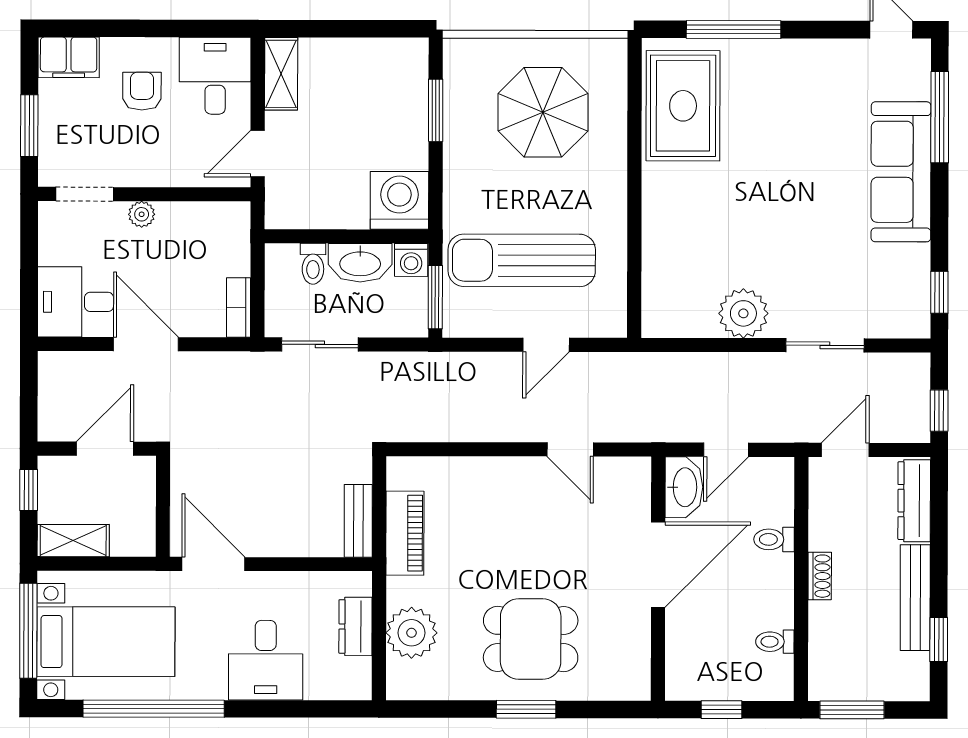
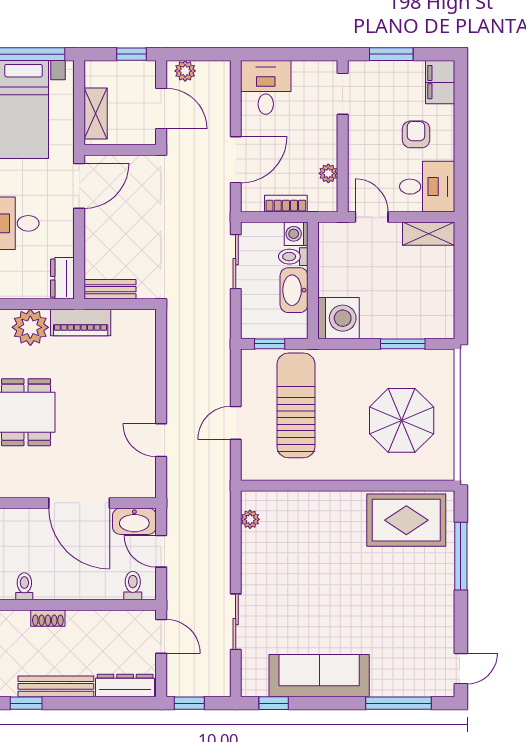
armchair: (142, 91) -> (416, 134), turned -90
sofa: (901, 172) -> (319, 676), moved
plant: (142, 214) -> (328, 173), moved
washing machine: (411, 260) -> (296, 234), moved
window: (435, 297) -> (270, 344), width x0.67
bookcase: (239, 307) -> (286, 204), moved
plant: (743, 313) -> (250, 519), moved, width x0.53, depth x0.53
door: (146, 344) -> (236, 160), moved
door: (546, 345) -> (236, 423), hinge flipped
plant: (52, 415) -> (185, 71), added
door: (570, 449) -> (161, 440), hinge flipped
piano: (405, 533) -> (81, 322), moved
toilet: (774, 539) -> (133, 586), moved
shelving: (73, 541) -> (96, 114), moved
shoe rack: (820, 576) -> (48, 618), moved
dresser: (355, 626) -> (62, 278), moved, turned -90

